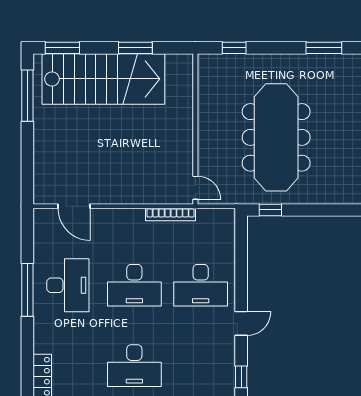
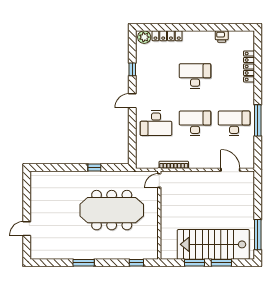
window: (62, 48) -> (221, 263), moved
meeting table: (276, 137) -> (112, 210), turned 90
door: (195, 188) -> (159, 181), hinge flipped
window: (270, 210) -> (94, 167), moved
desk: (68, 285) -> (234, 123), turned 90
desk: (201, 285) -> (156, 123), turned 180

